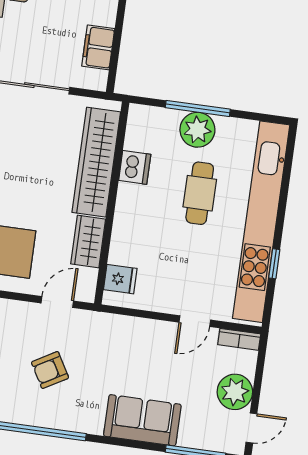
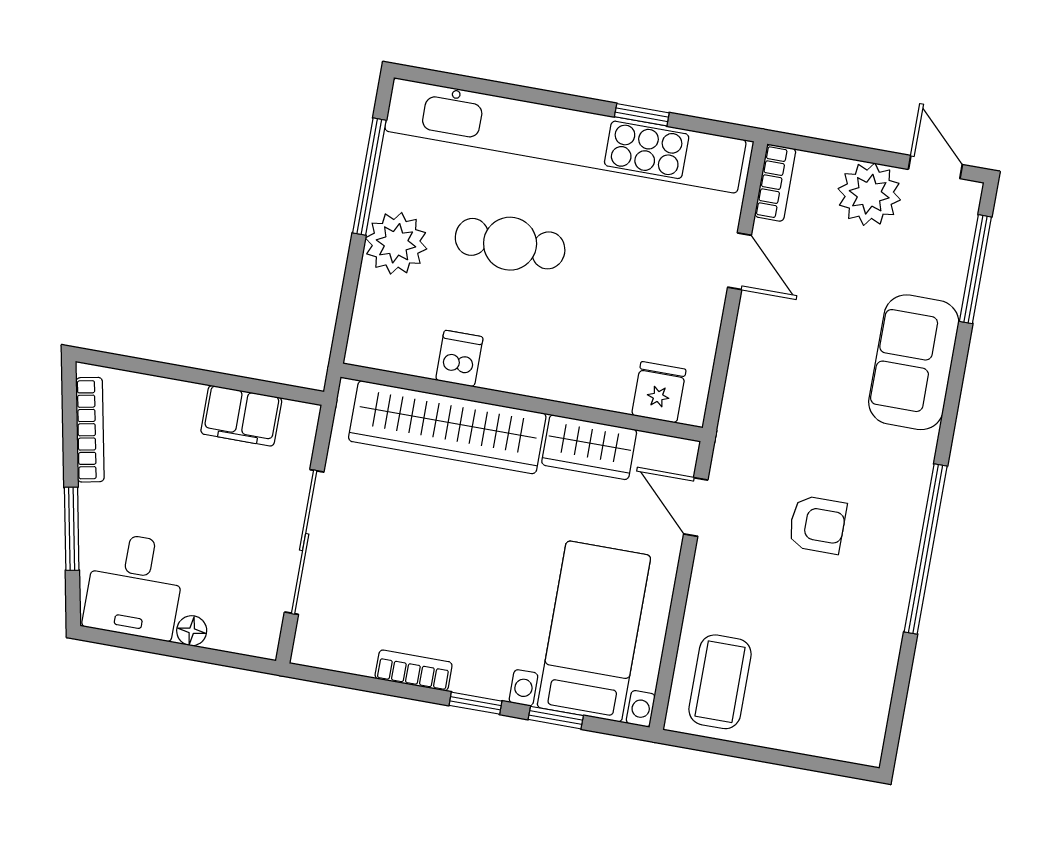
window: (198, 108) -> (369, 177), moved
dishwasher: (135, 167) -> (459, 359), width x0.73
armchair: (50, 370) -> (817, 525), turned -60

